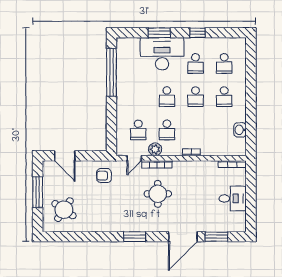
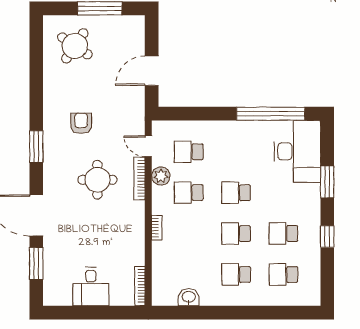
desk: (162, 54) -> (297, 151), moved
door: (65, 156) -> (152, 71), moved
armchair: (104, 176) -> (81, 123), moved

